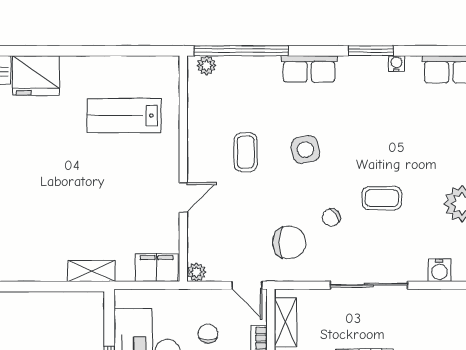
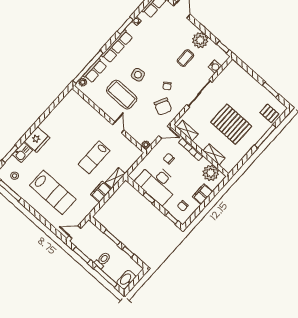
row of seats: (246, 69) -> (95, 71), added
row of seats: (309, 69) -> (117, 46), width x1.48
lab bench: (124, 116) -> (94, 157), moved
coffee table: (246, 152) -> (122, 95), width x1.86, depth x1.72
coffee table: (382, 198) -> (185, 58), moved
chair: (289, 242) -> (163, 107), turned 117
filing cabinet: (157, 267) -> (101, 192), moved

